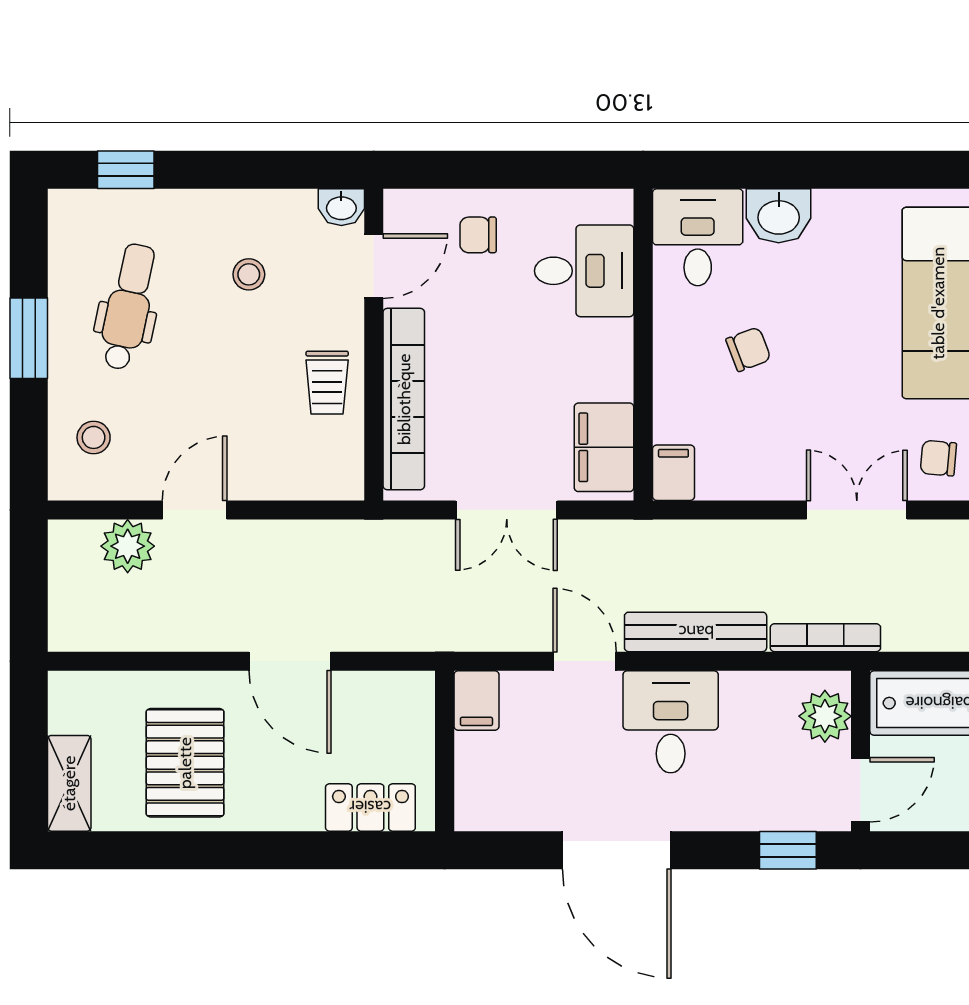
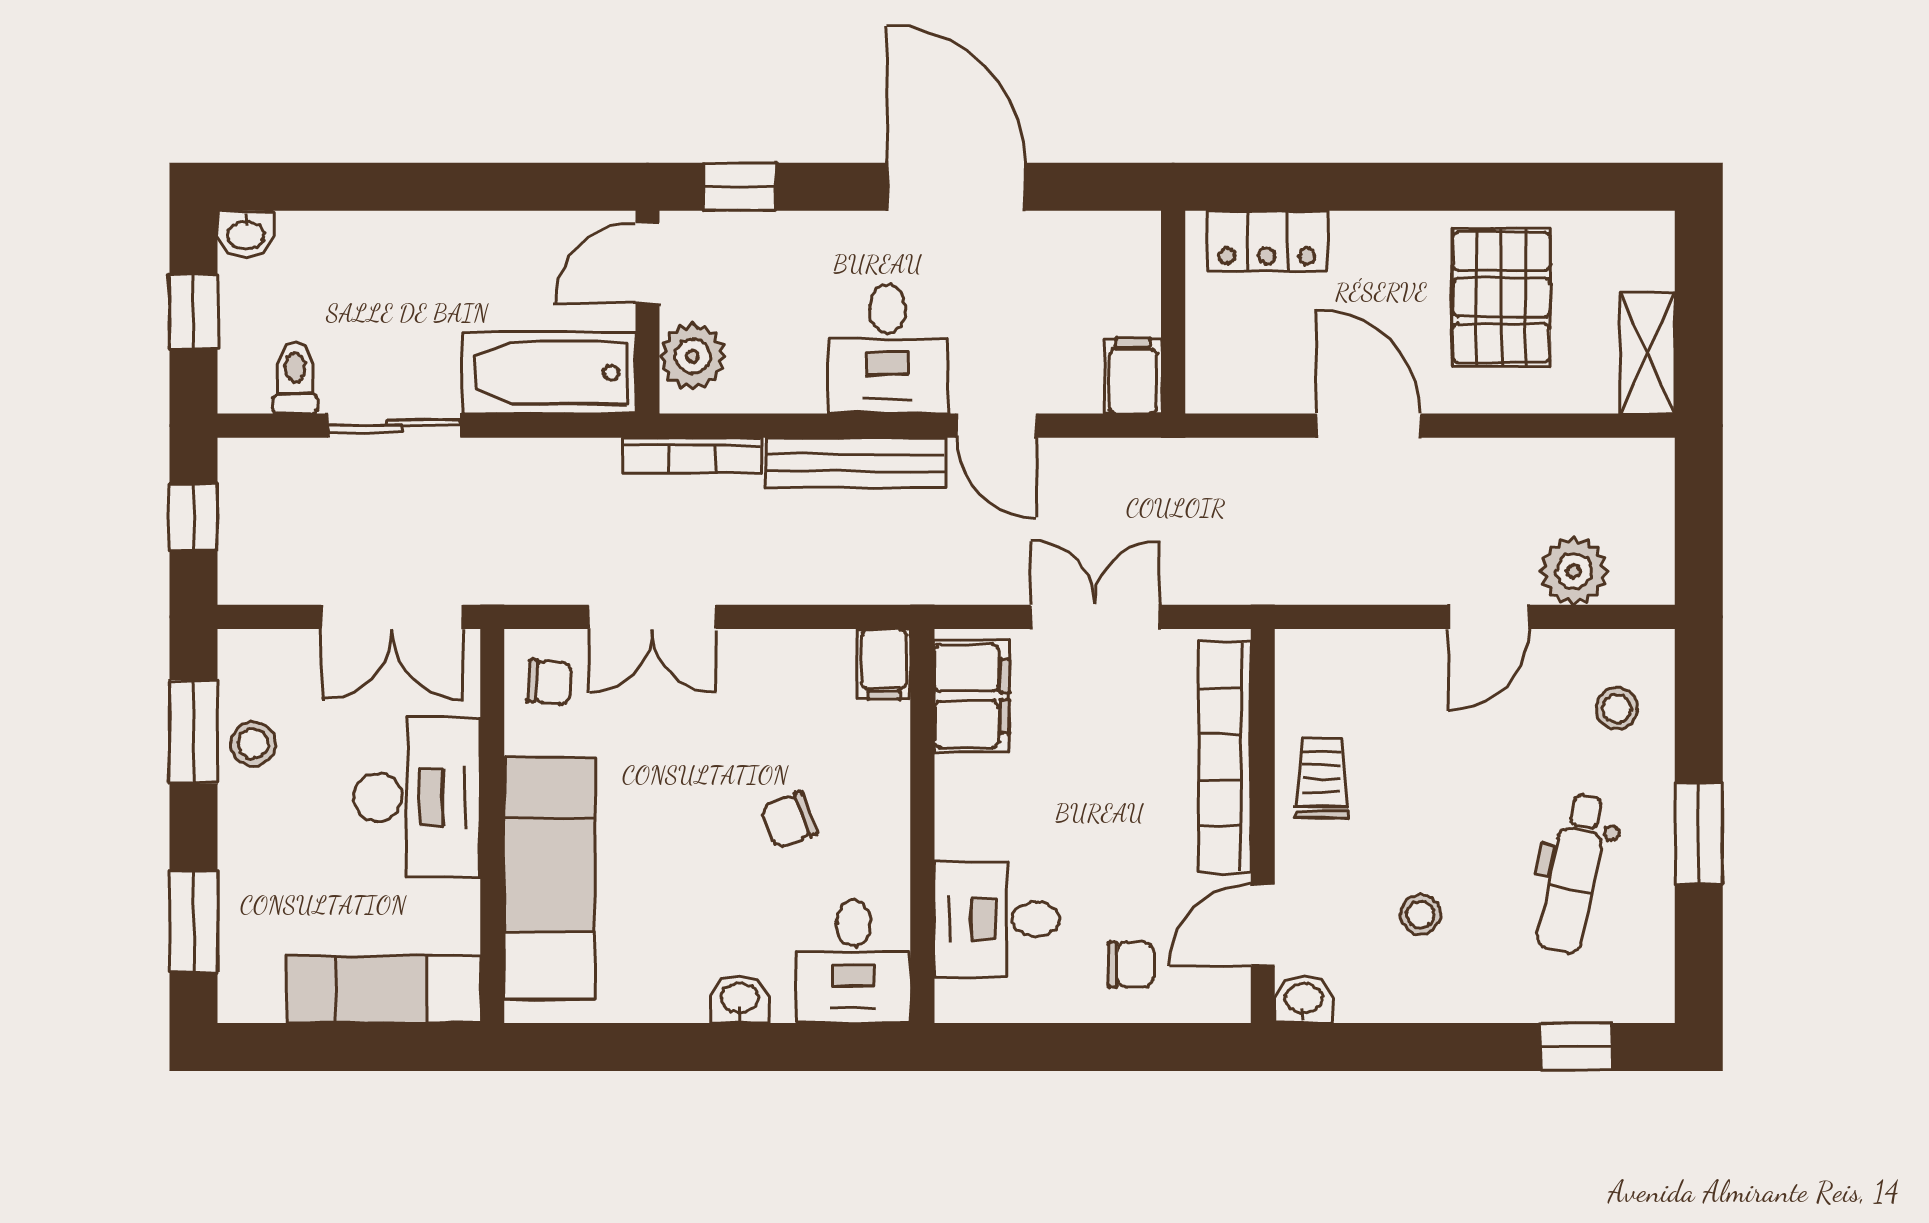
washbasin: (779, 216) -> (740, 999), width x0.72, depth x0.69
shelving: (69, 783) -> (1648, 353), moved

